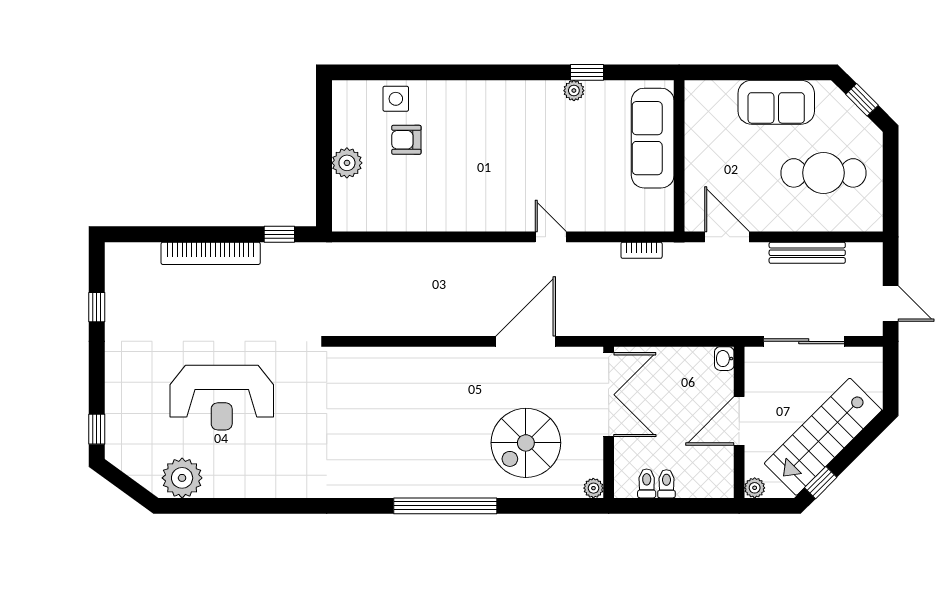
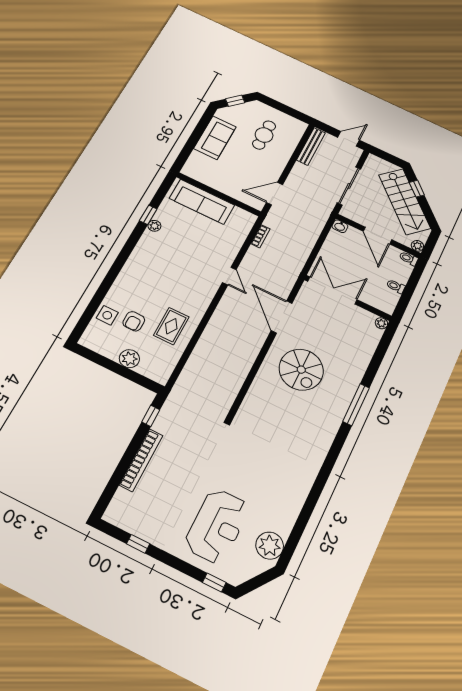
cafe table: (823, 173) -> (264, 135), width x0.73, depth x0.74
rug: (427, 195) -> (171, 326), added
door: (551, 237) -> (229, 276), swing flipped
bench: (807, 253) -> (311, 146), moved
reception desk: (222, 398) -> (217, 526), moved
spiral stairs: (526, 443) -> (301, 370), moved
toilet: (647, 483) -> (409, 258), moved
window: (821, 483) -> (417, 189), moved
window: (445, 506) -> (356, 405), width x0.68

